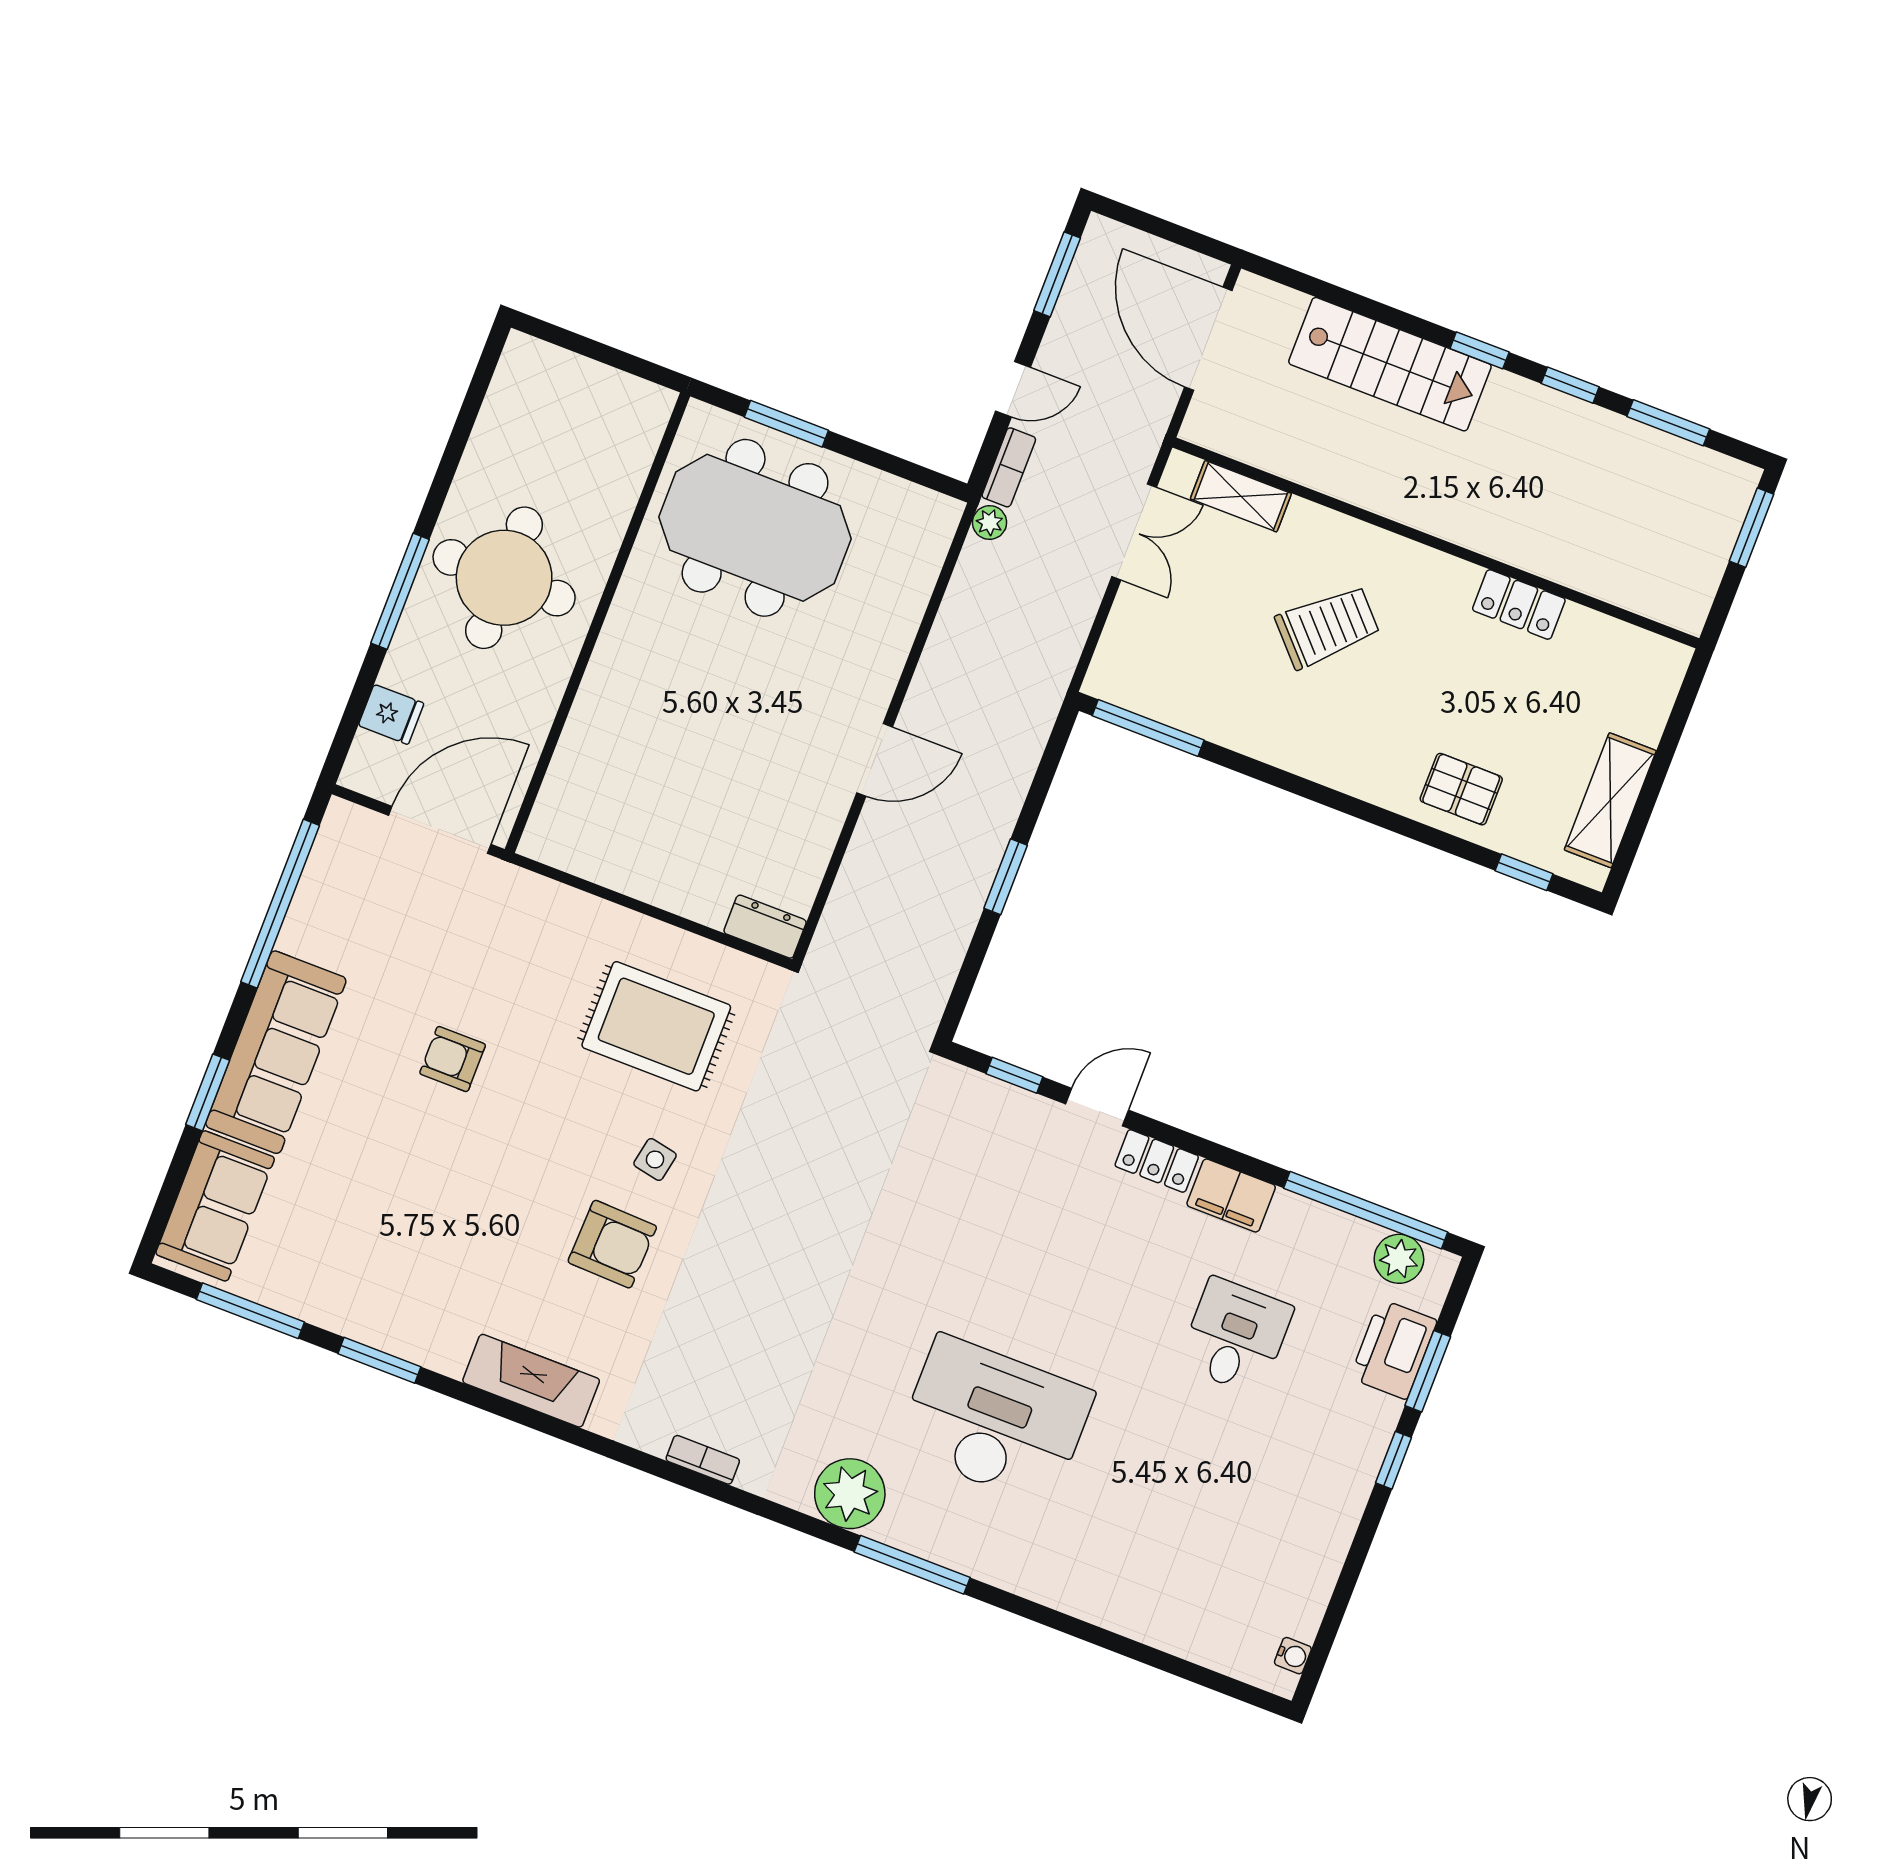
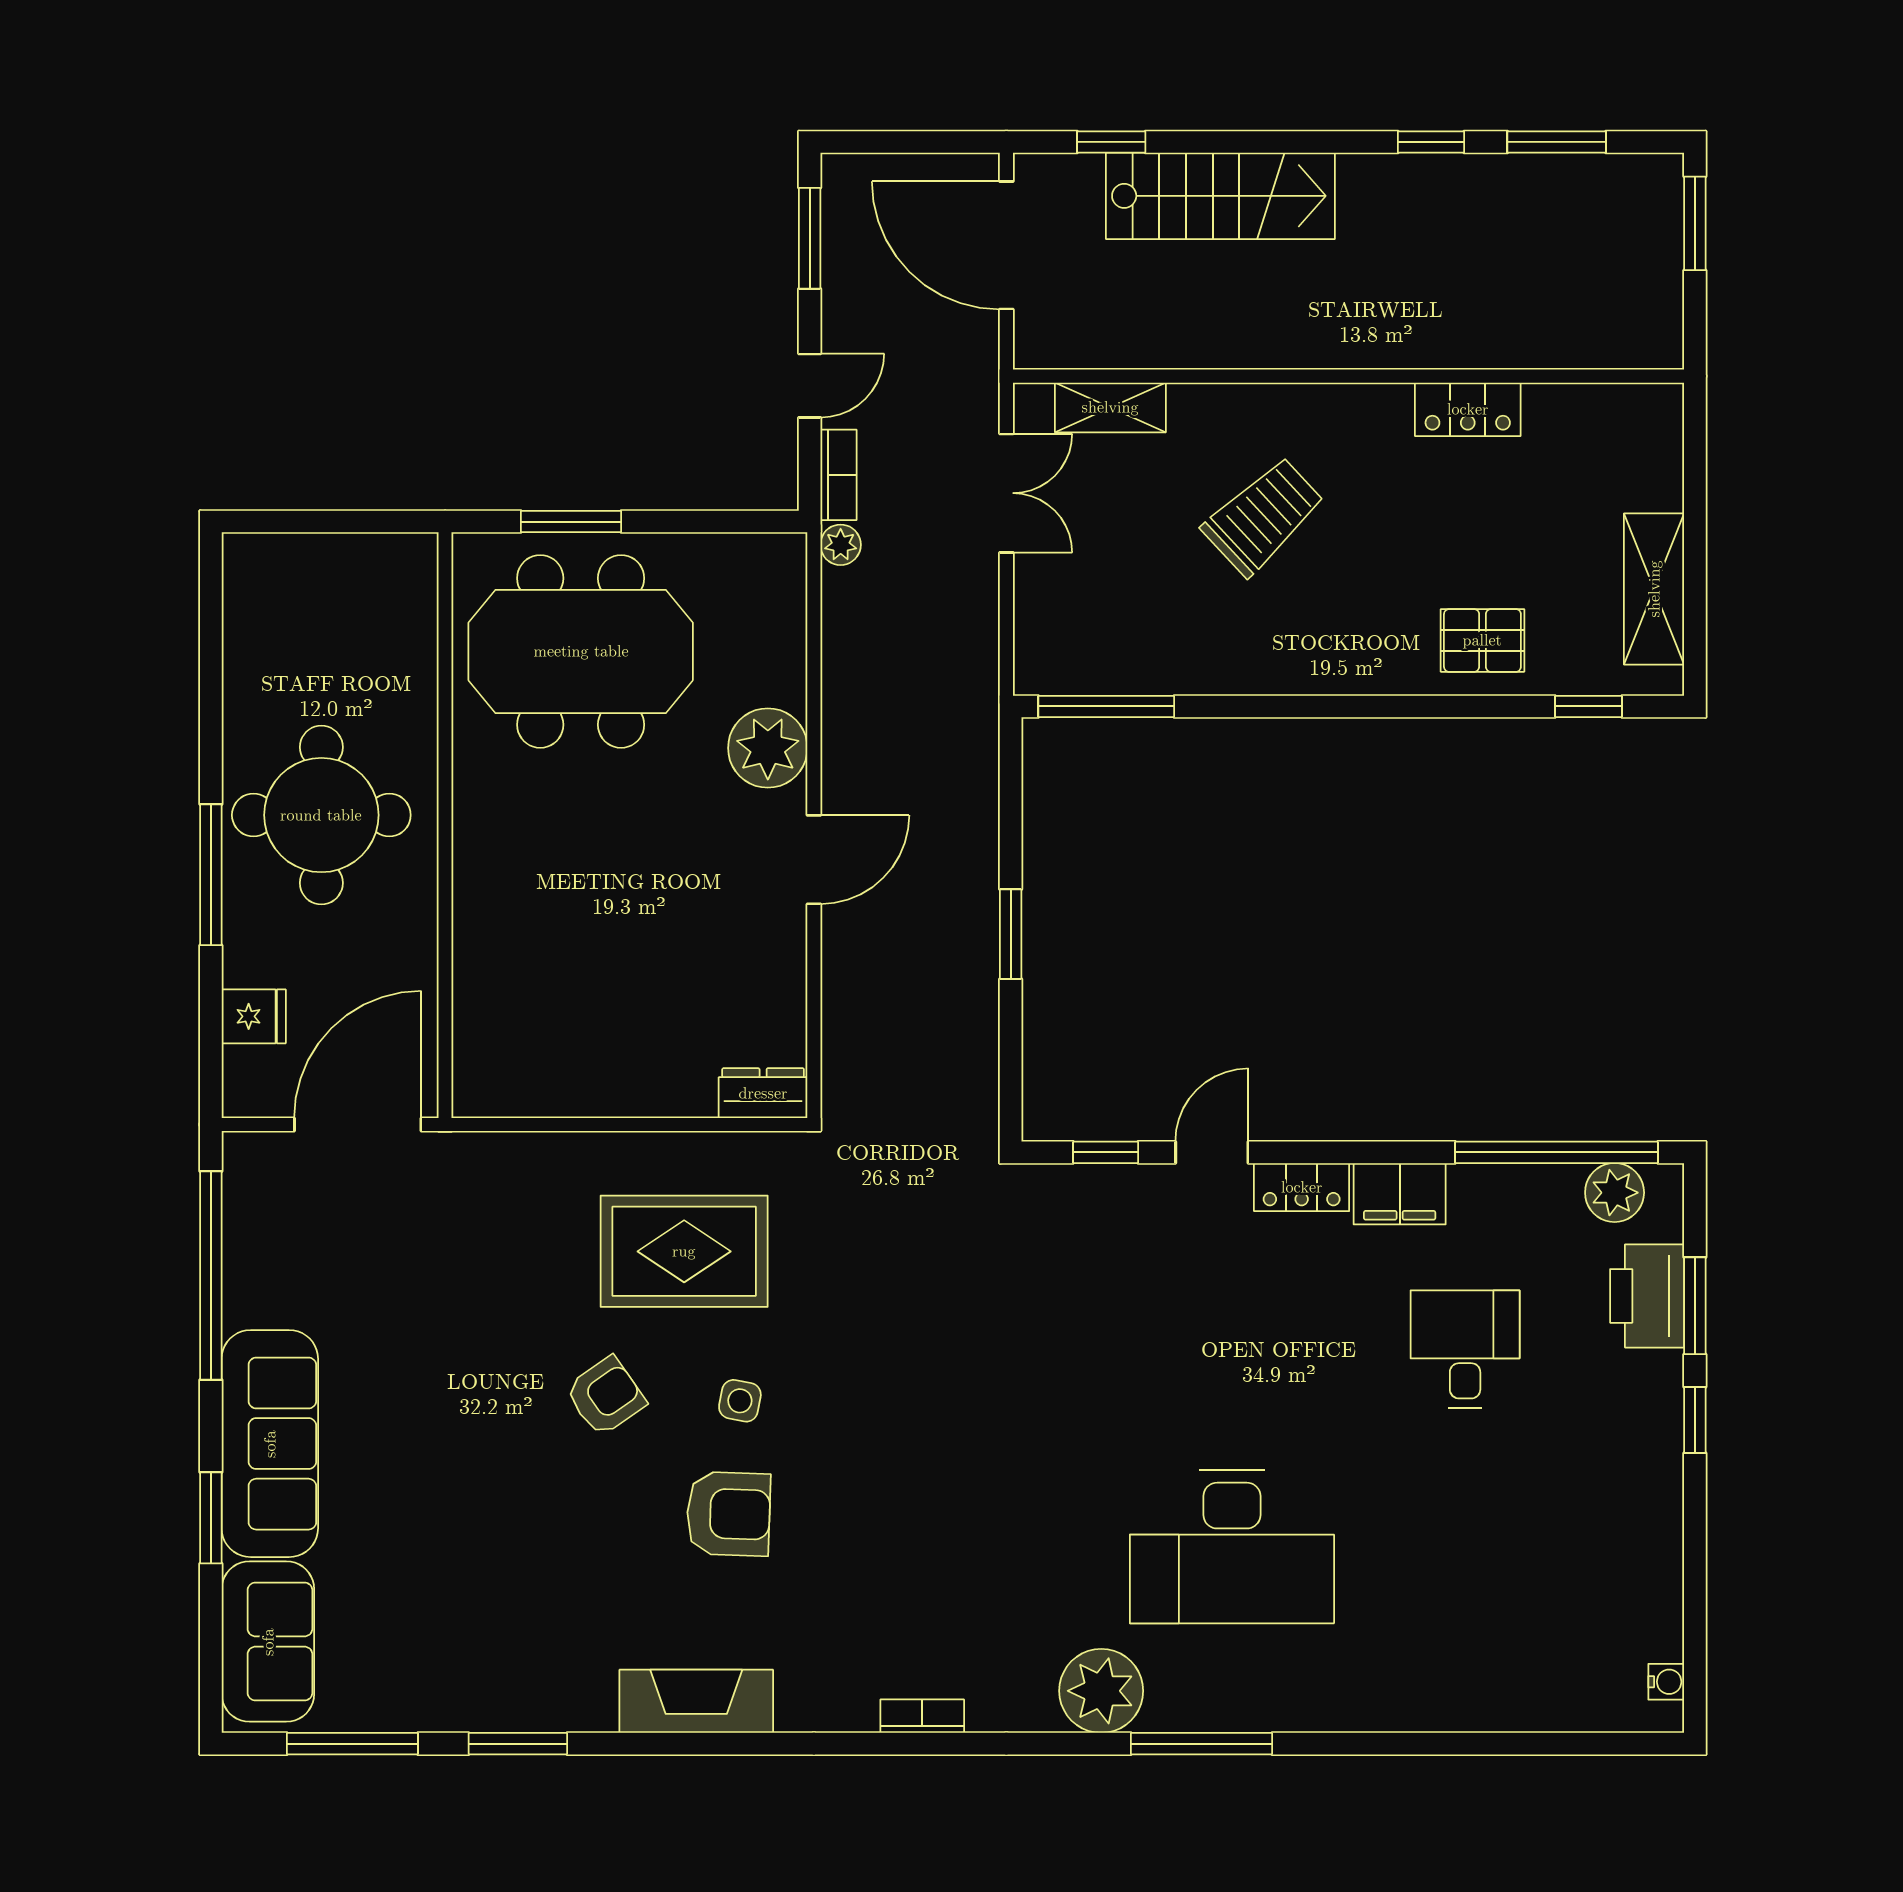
window: (1480, 350) -> (1111, 142), moved
plant: (872, 659) -> (768, 748), added
armchair: (453, 1059) -> (605, 1396), moved, turned 145
desk: (995, 1421) -> (1232, 1547), turned 180

